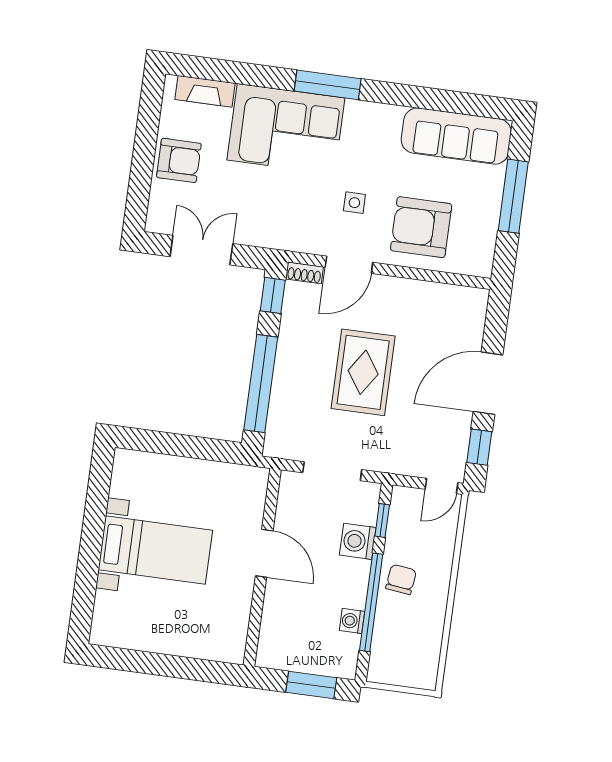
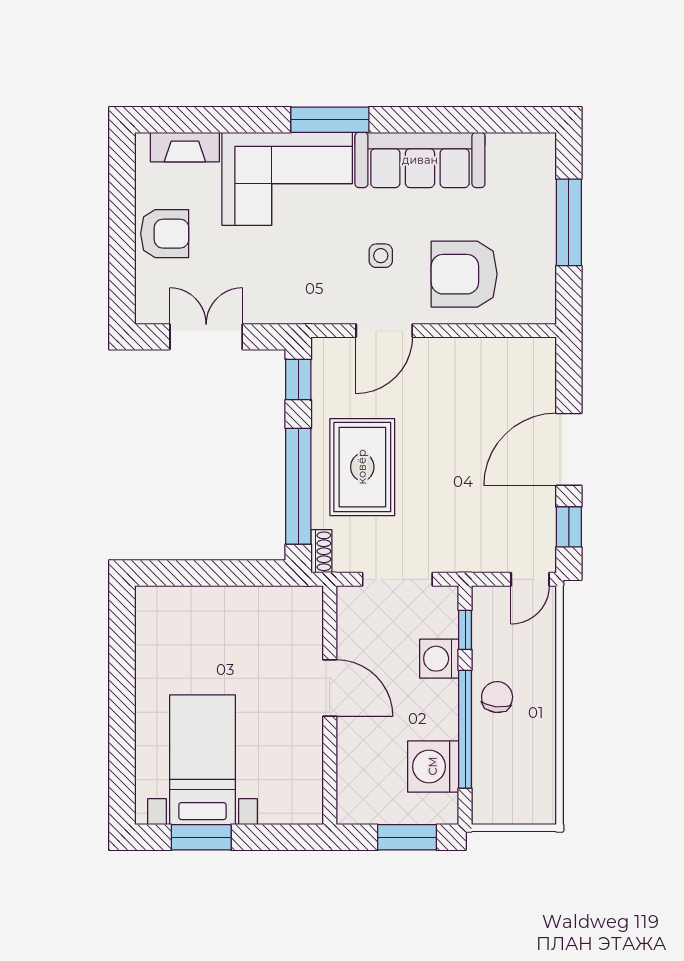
sofa: (456, 136) -> (420, 160), moved
shoe rack: (304, 273) -> (321, 551), moved, turned -90
rug: (363, 372) -> (362, 467), moved
bed with nightstands: (155, 550) -> (202, 760), moved, turned -90
washing machine: (352, 621) -> (433, 766), width x1.89, depth x1.89
window: (142, 662) -> (201, 837), added

